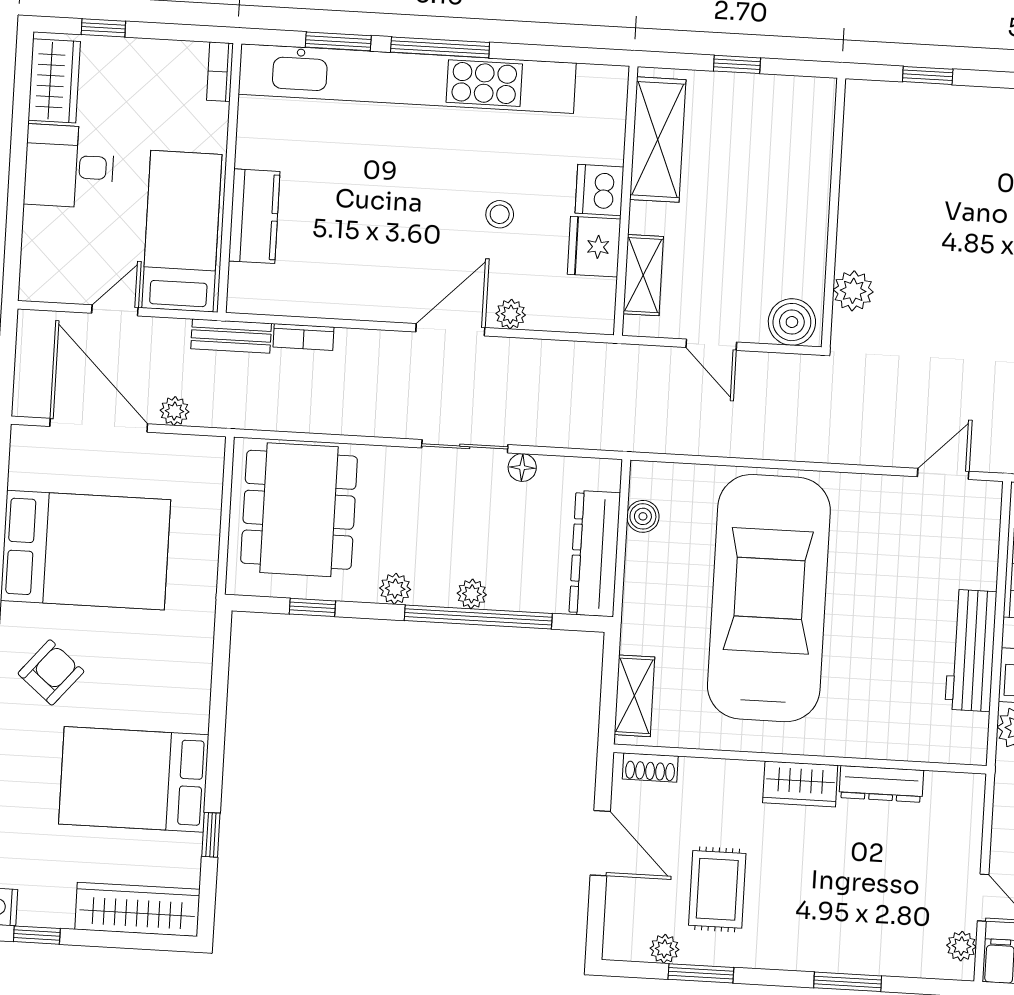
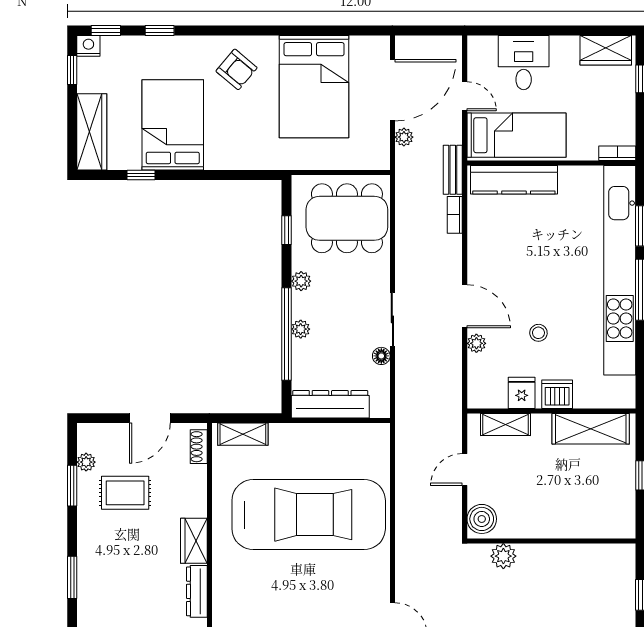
desk: (69, 166) -> (524, 63), moved
kitchen counter: (254, 216) -> (514, 180), width x1.50
fridge: (594, 247) -> (522, 393), width x0.72
boiler: (643, 516) -> (355, 433), removed

